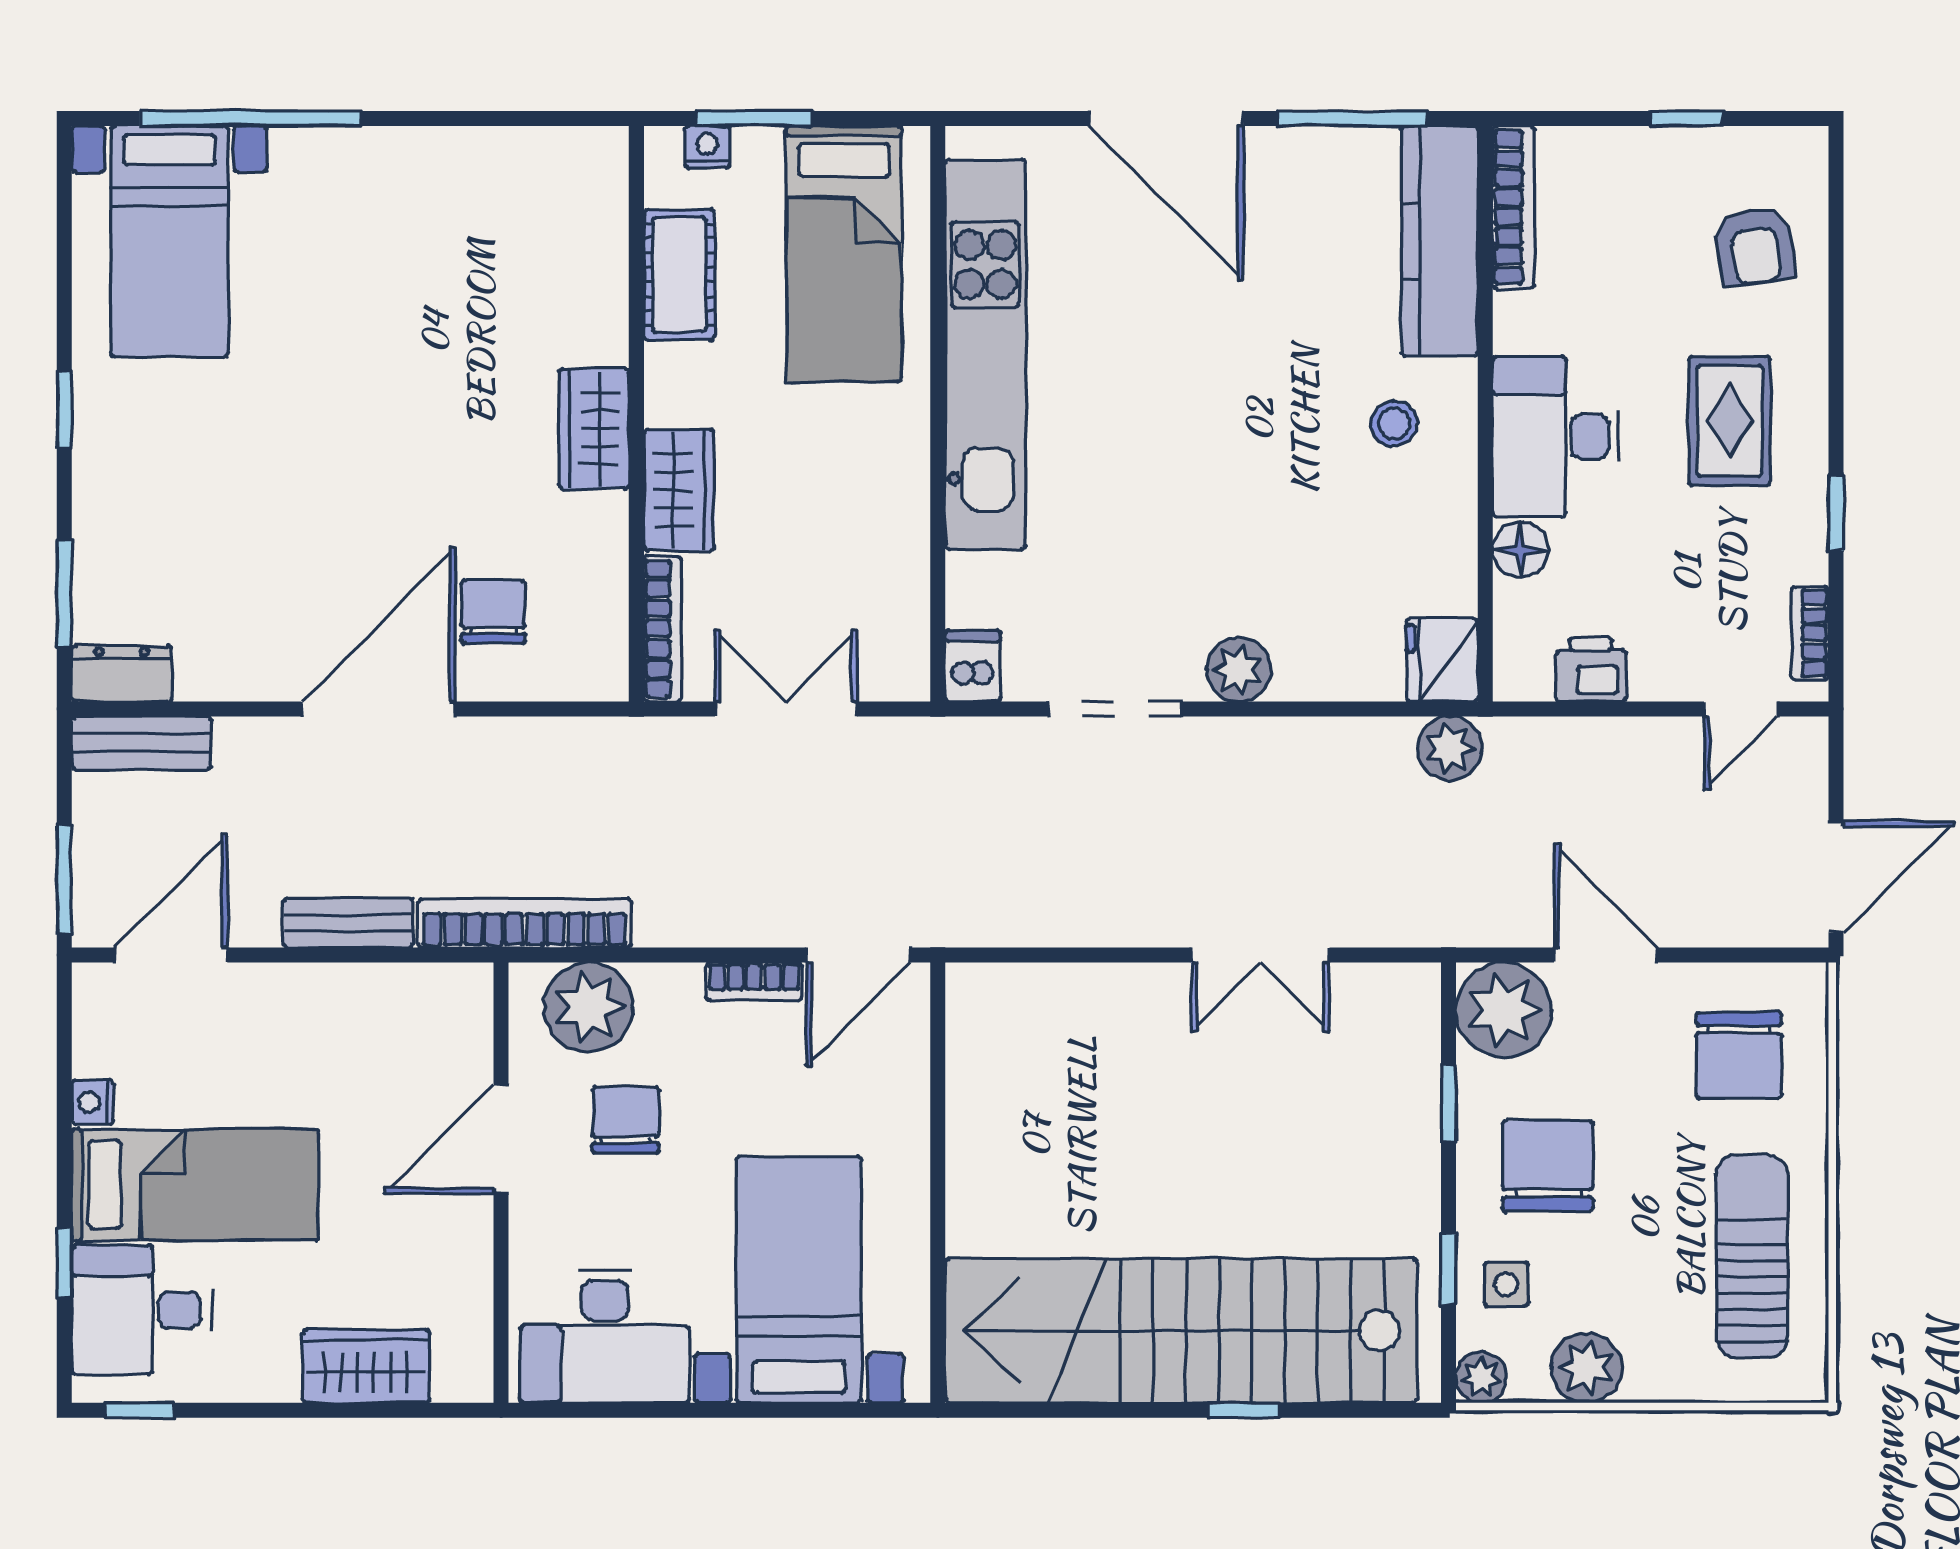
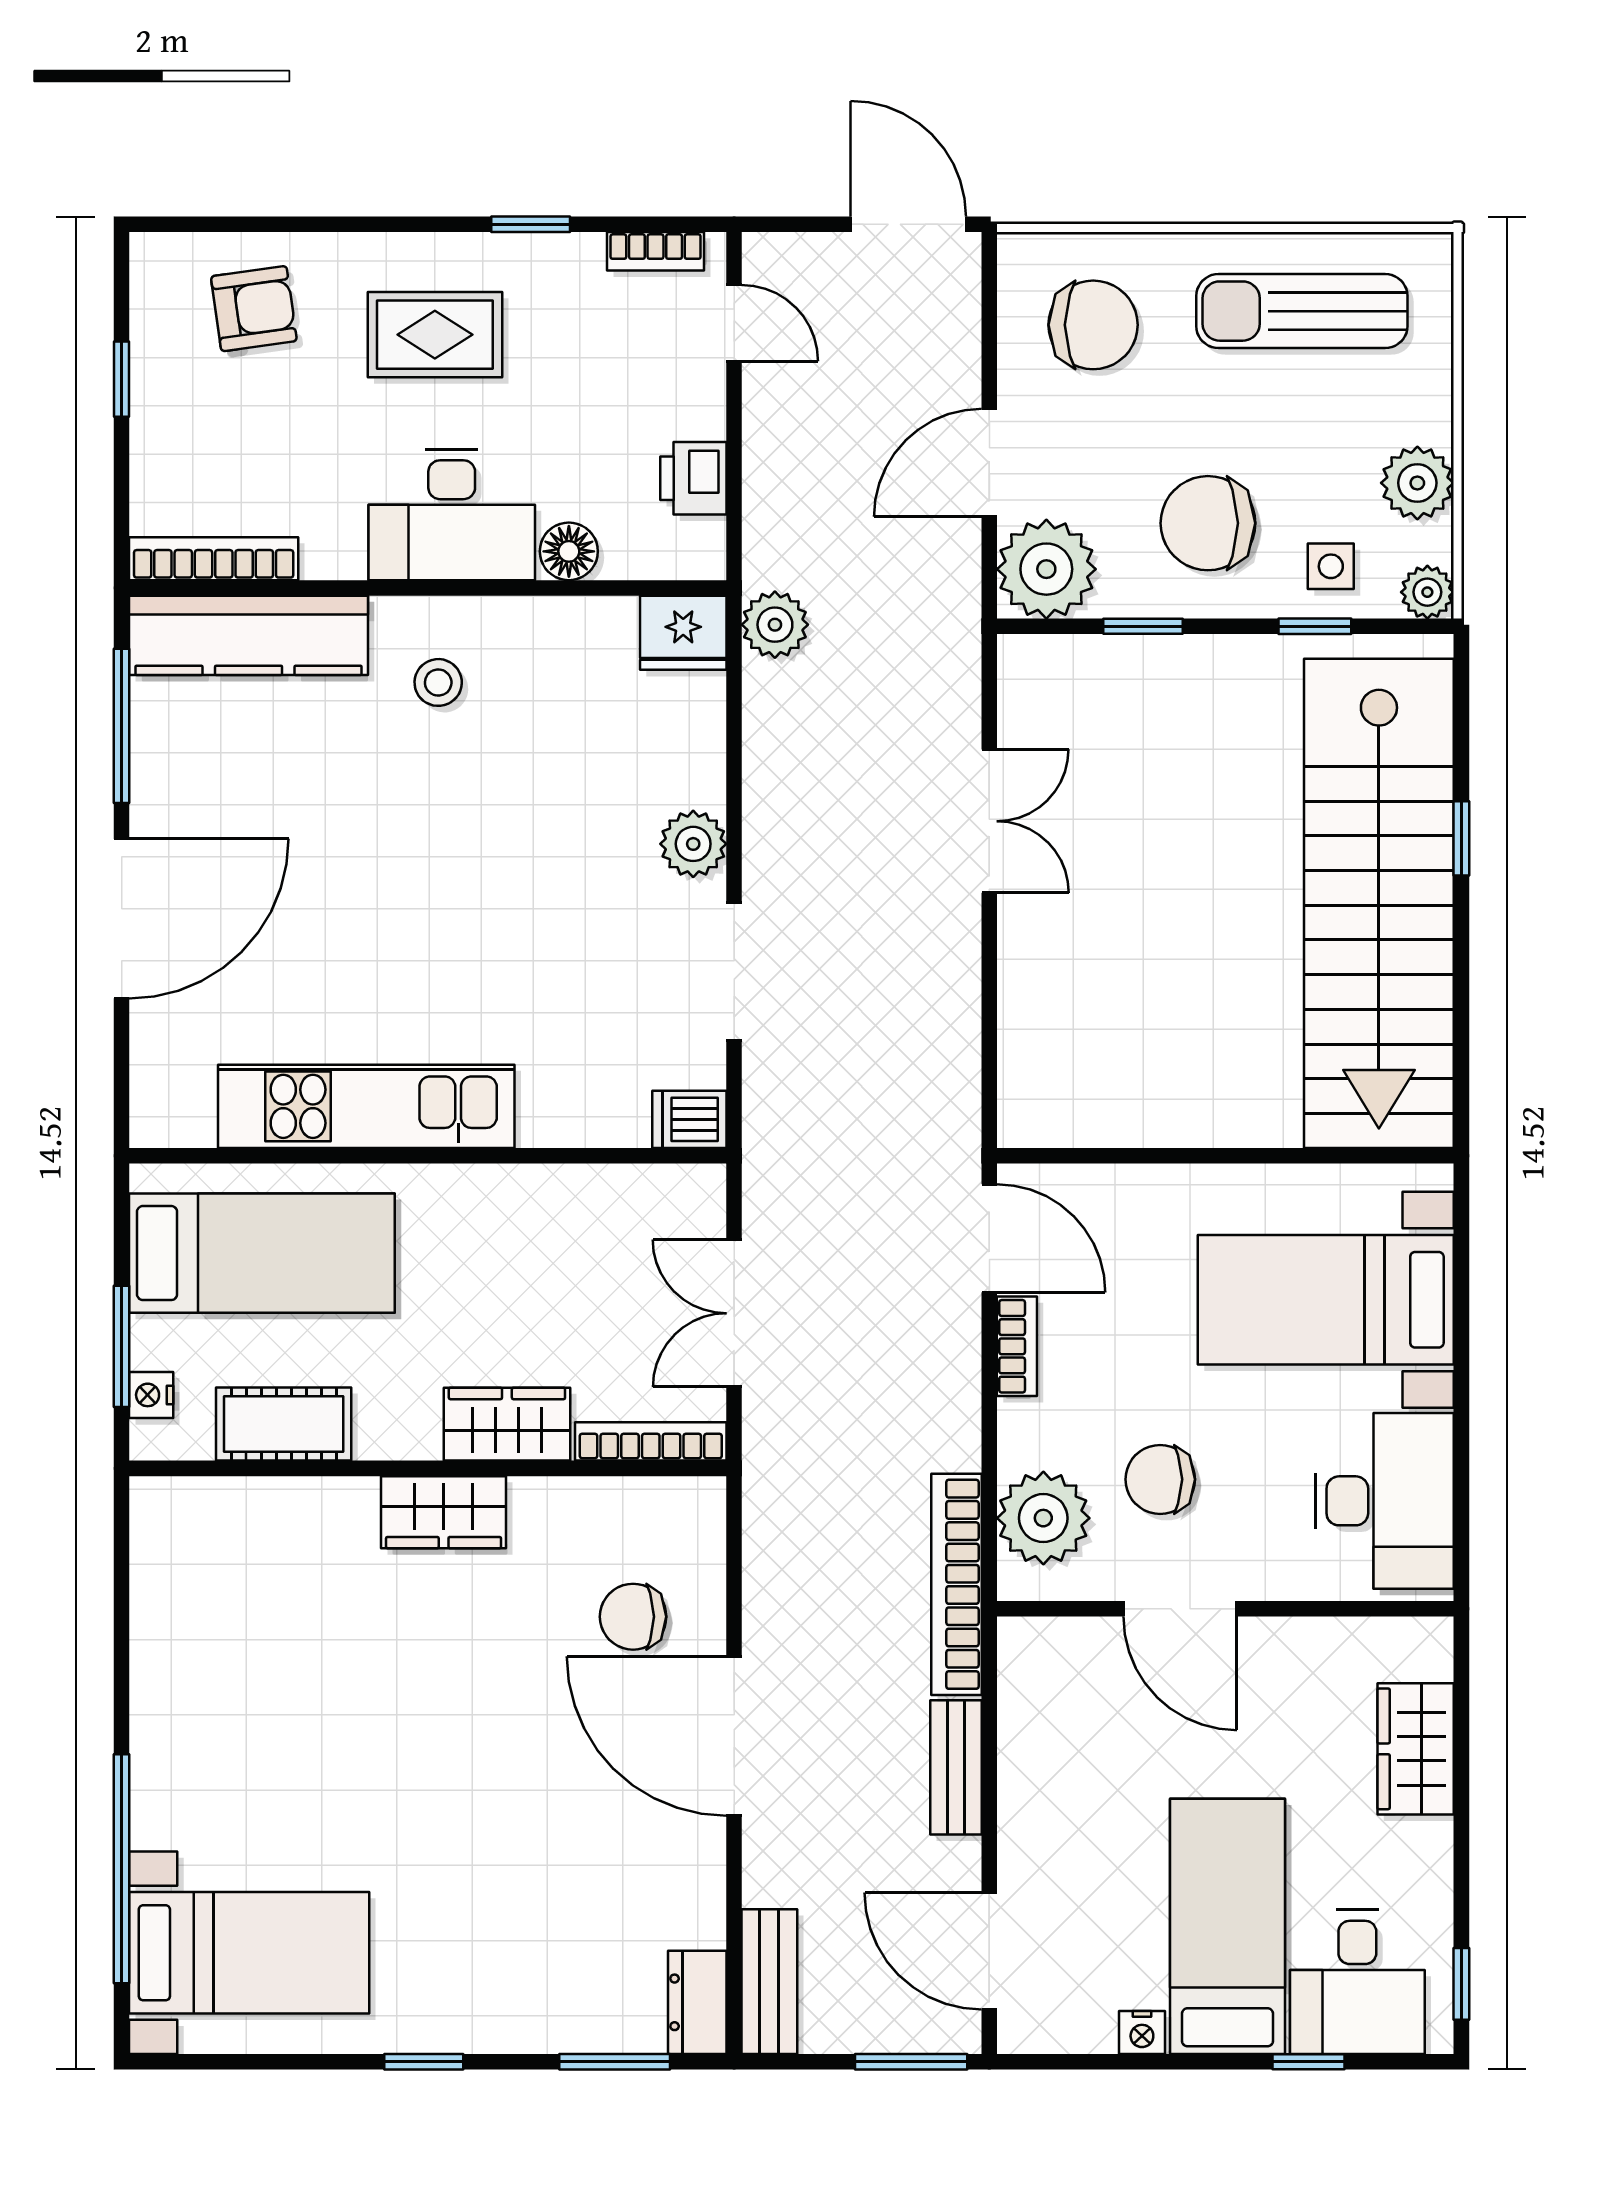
kitchen unit: (985, 354) -> (366, 1106), width x0.73

